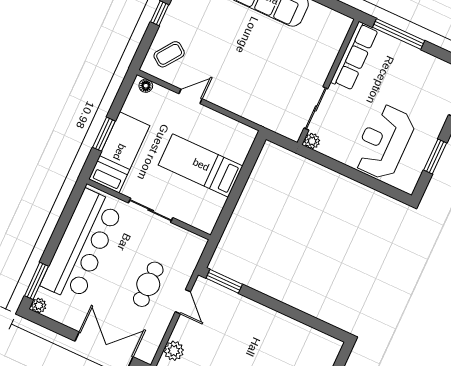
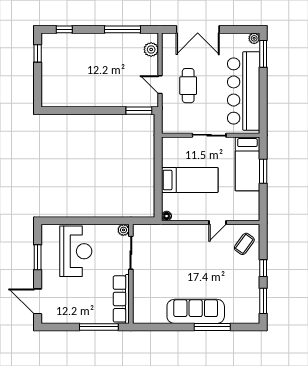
floor lamp: (146, 86) -> (167, 216), moved

